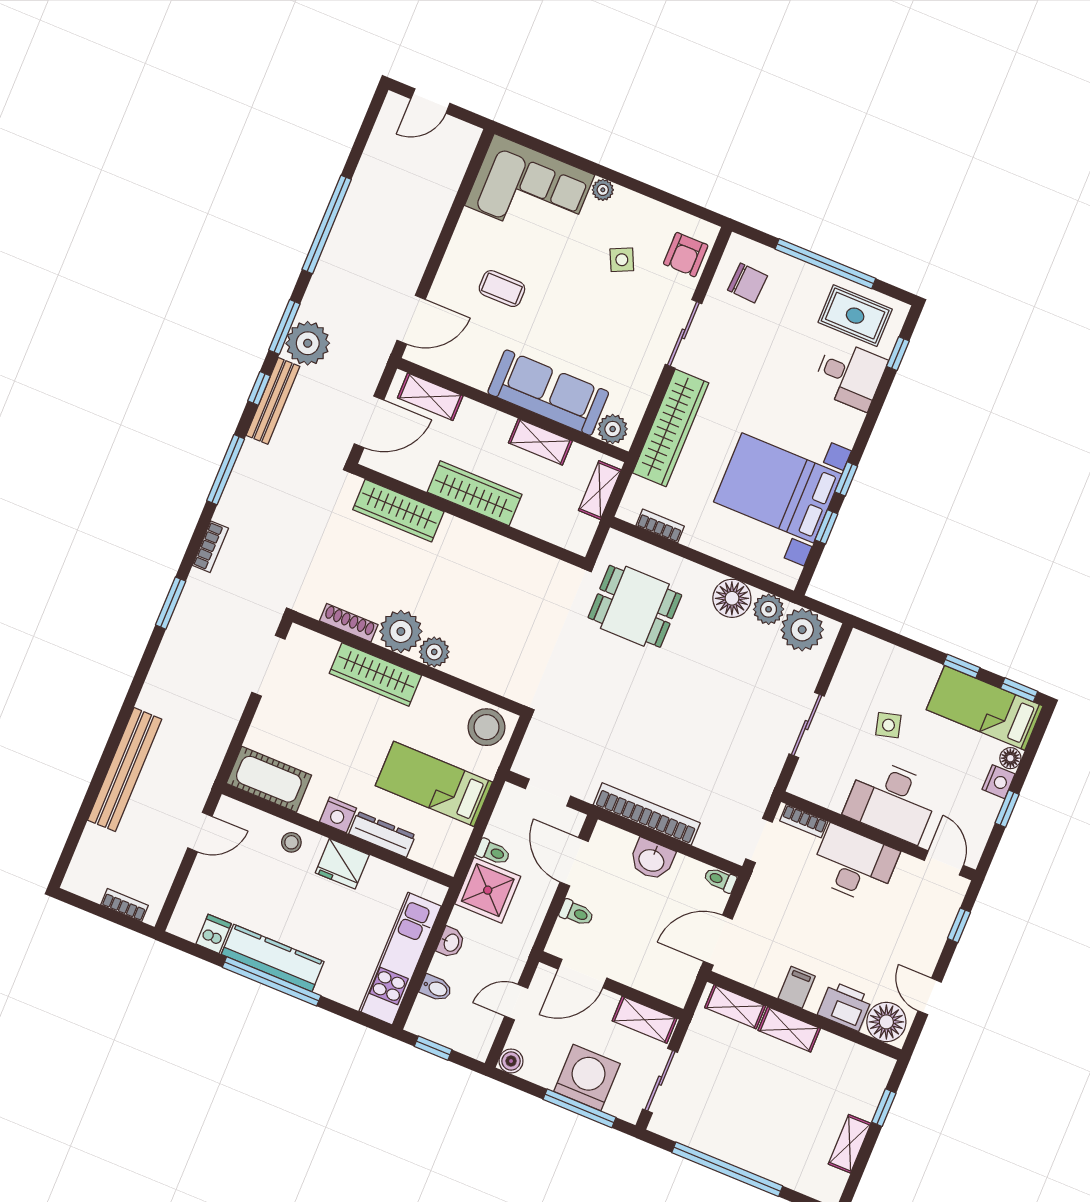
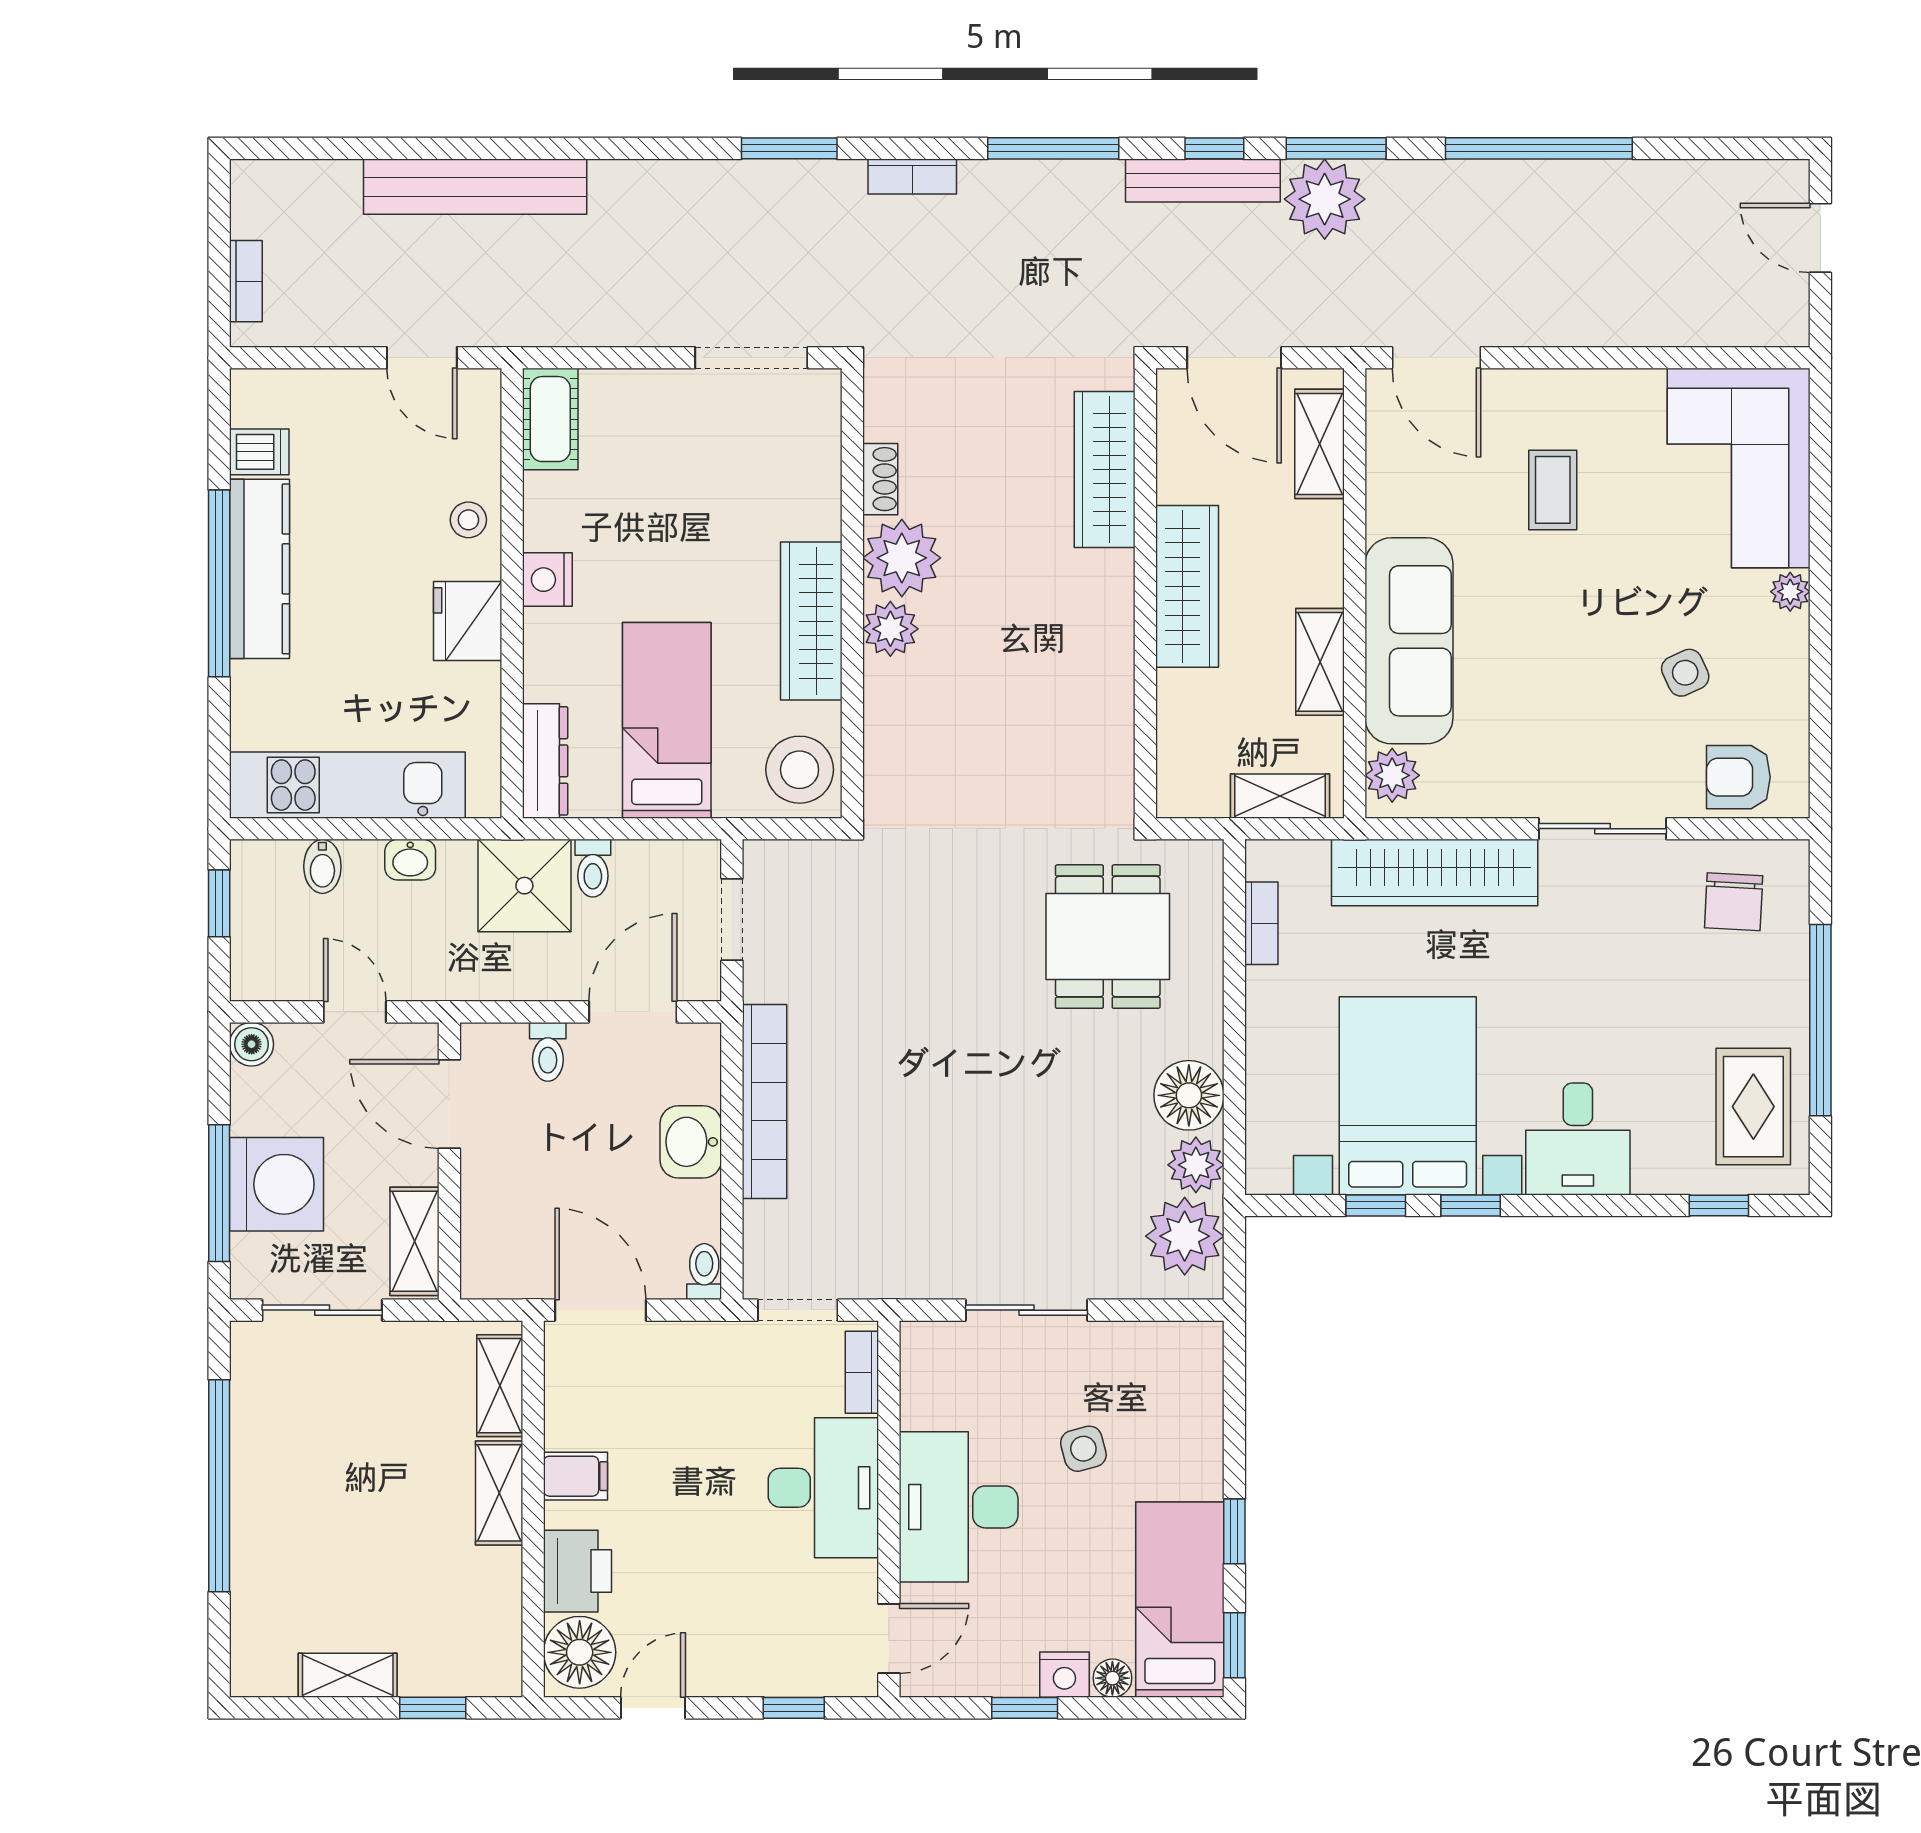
desk: (850, 375) -> (1578, 1139), moved
shoe rack: (349, 623) -> (880, 479), width x0.70
wardrobe: (375, 674) -> (811, 621), moved
cot: (269, 779) -> (550, 419), width x0.73, depth x0.75
dresser: (382, 834) -> (545, 761), moved

